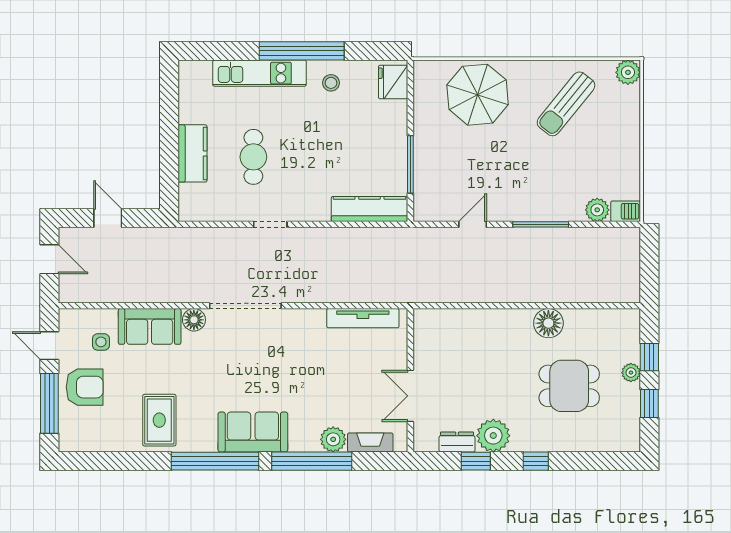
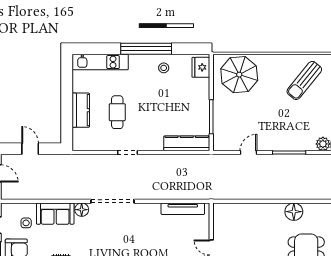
kitchen unit: (259, 73) -> (100, 62), moved
parasol: (478, 95) -> (239, 75), moved

